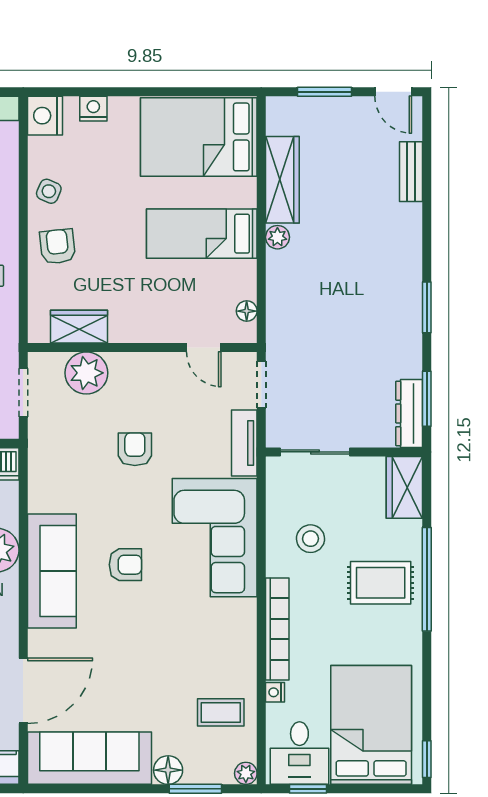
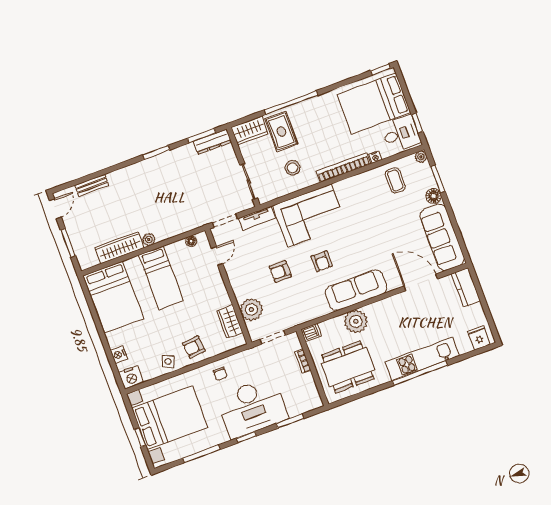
armchair: (125, 565) -> (322, 261), moved, turned 180
rug: (381, 583) -> (281, 132), moved

